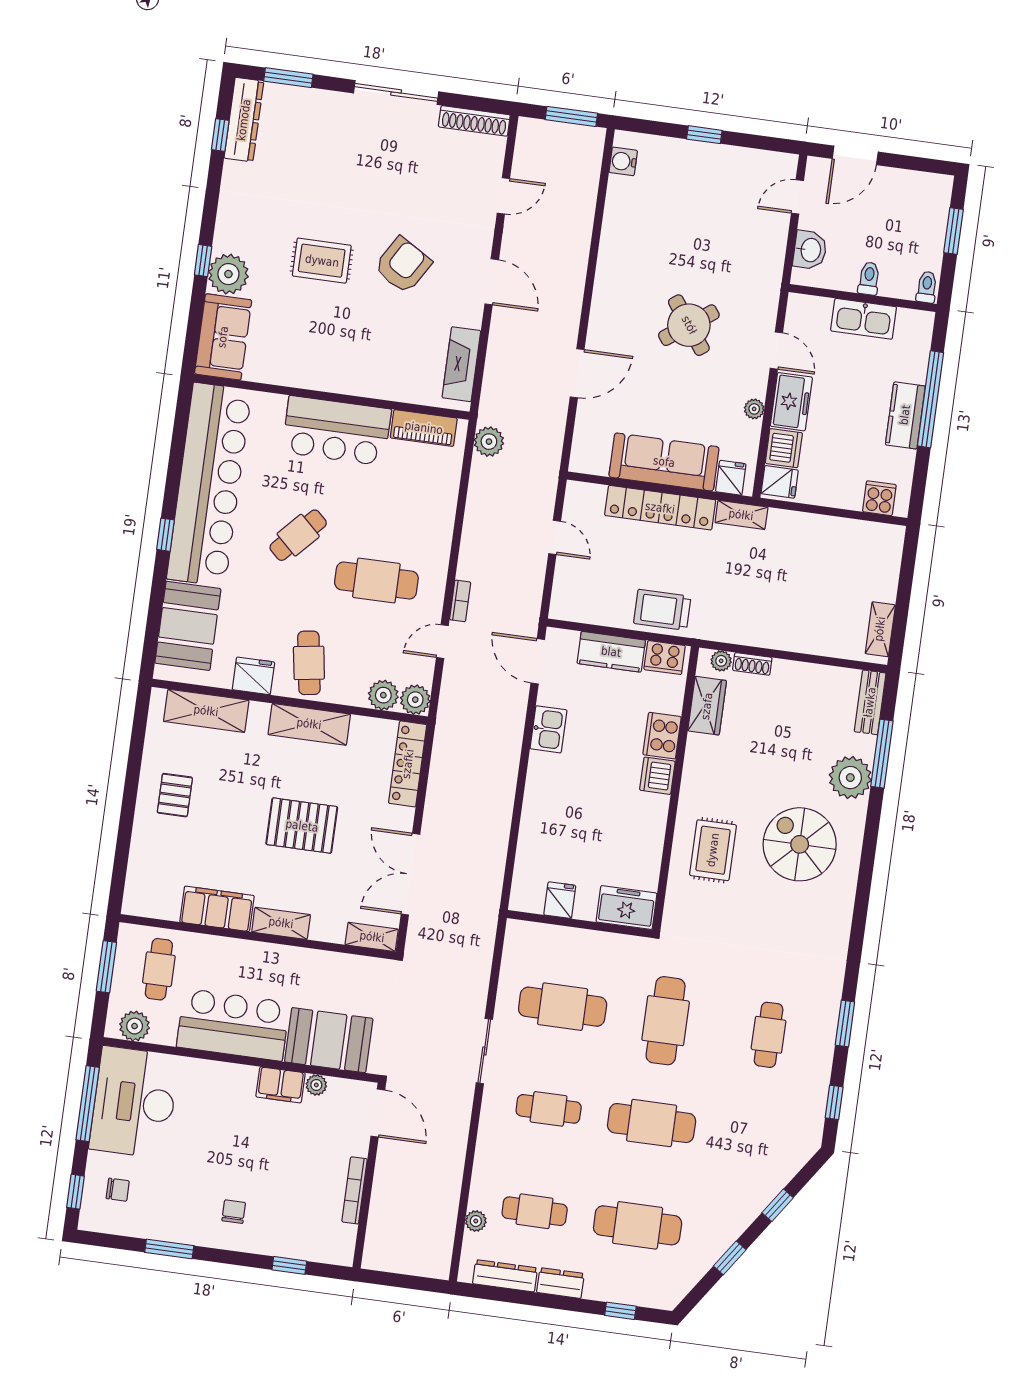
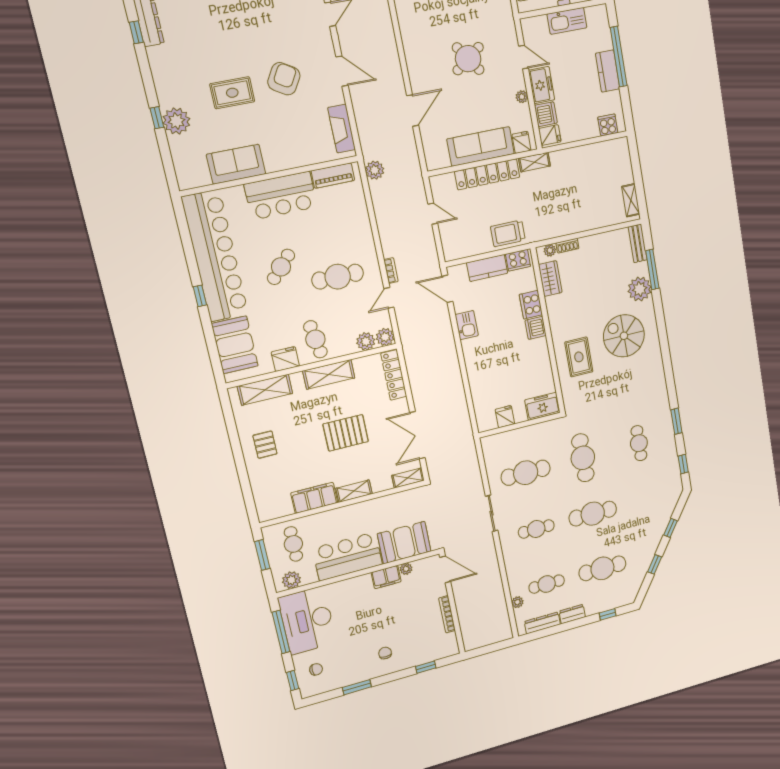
sofa: (223, 337) -> (236, 164), moved, turned -90

